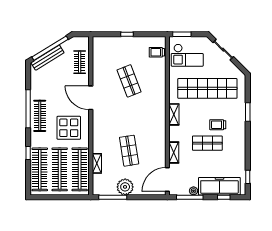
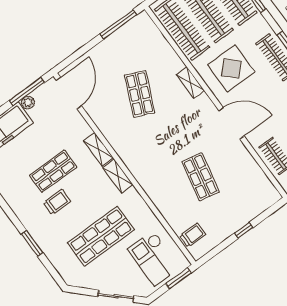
checkout: (187, 55) -> (154, 258), turned -90
shop shelf: (129, 81) -> (201, 177), turned 33
shop shelf: (207, 88) -> (101, 236), width x0.71
shop shelf: (129, 151) -> (140, 94), turned 33
shelving: (174, 152) -> (98, 149), moved
shelving: (97, 163) -> (190, 82), moved
plant: (125, 187) -> (113, 47), removed

